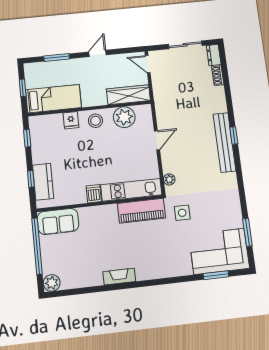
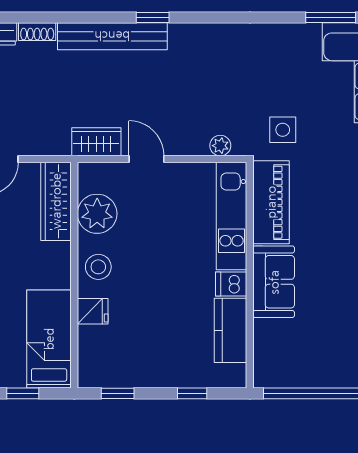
wardrobe: (163, 113) -> (96, 142), added
bench: (224, 142) -> (112, 36), moved
kitchen counter: (43, 182) -> (231, 330), moved, turned -90
sofa: (58, 222) -> (274, 282), moved

